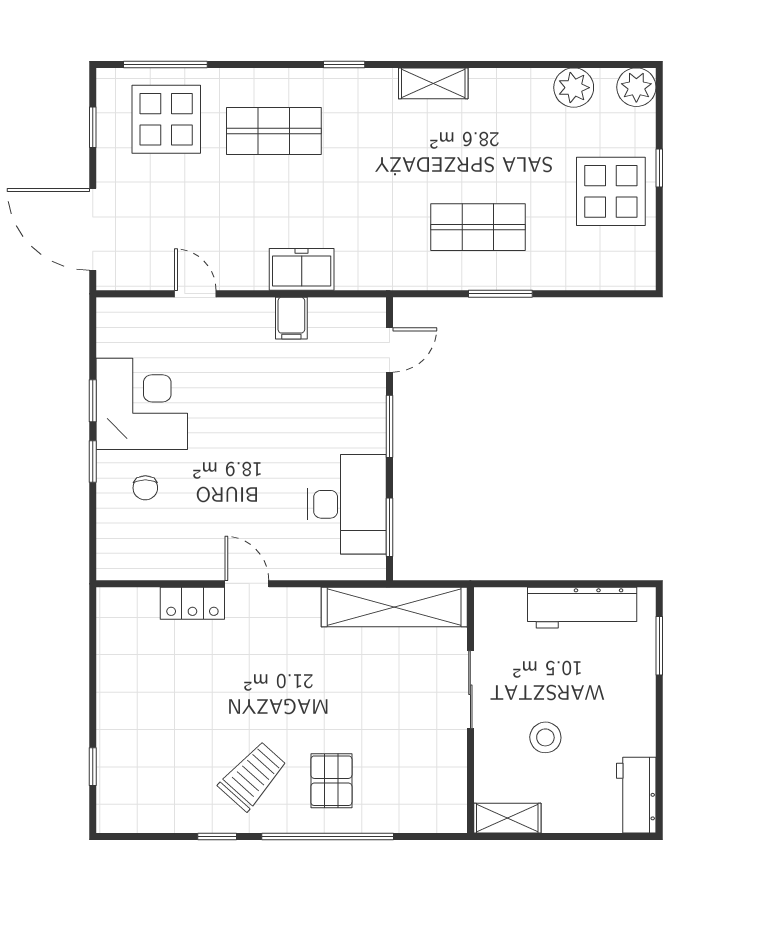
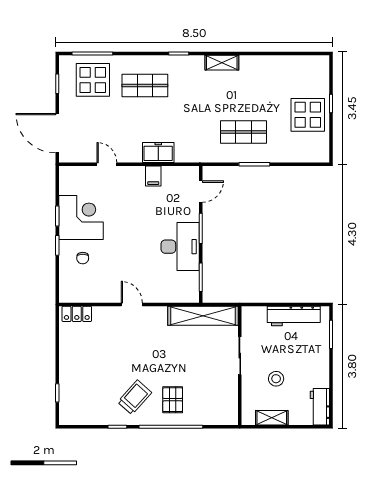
plant: (636, 87) -> (320, 64), removed
plant: (574, 88) -> (290, 65), removed
desk: (347, 504) -> (180, 247), moved
locker: (192, 603) -> (77, 314), moved
shelving: (507, 818) -> (272, 418), moved

